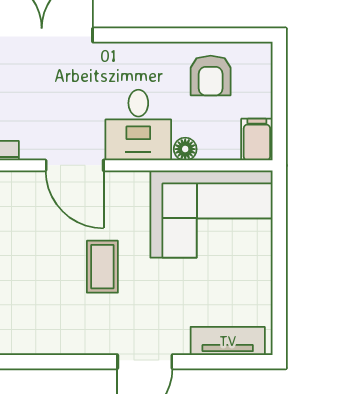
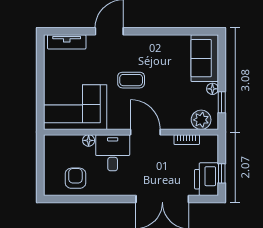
filing cabinet: (257, 140) -> (52, 145), removed
coffee table: (102, 267) -> (131, 80), turned 90

